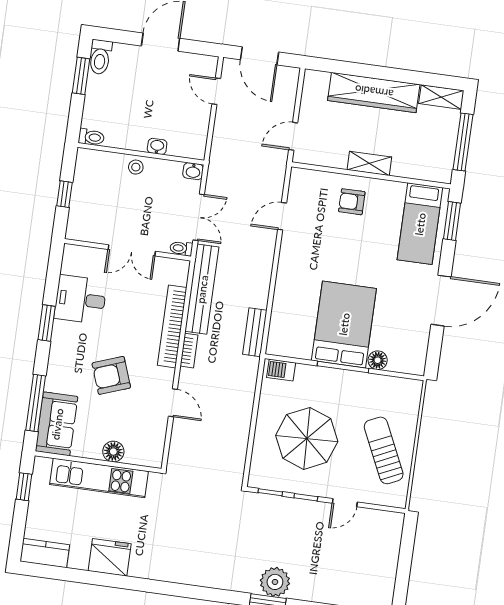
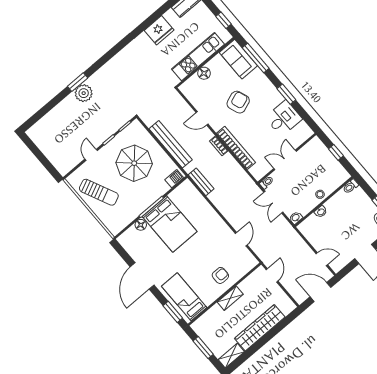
window: (463, 142) -> (203, 348), width x0.69
bench: (202, 289) -> (171, 144), moved

